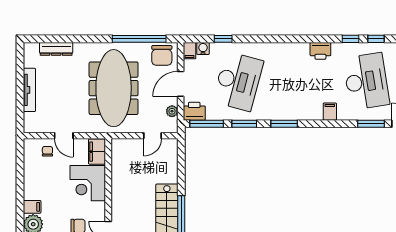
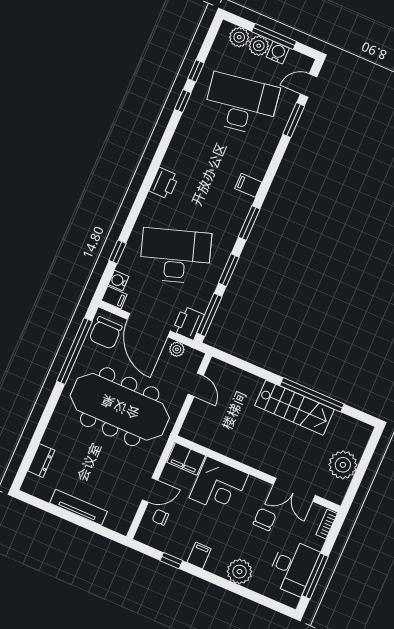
dresser: (56, 49) -> (41, 461), width x0.70
printer: (320, 51) -> (164, 183), moved
chair: (162, 55) -> (106, 333), turned 90
desk: (238, 81) -> (175, 256), turned -33
door: (181, 84) -> (149, 325), width x1.36
filing cabinet: (330, 112) -> (248, 185), moved
window: (20, 172) -> (171, 561), added
filing cabinet: (32, 207) -> (199, 556), moved

